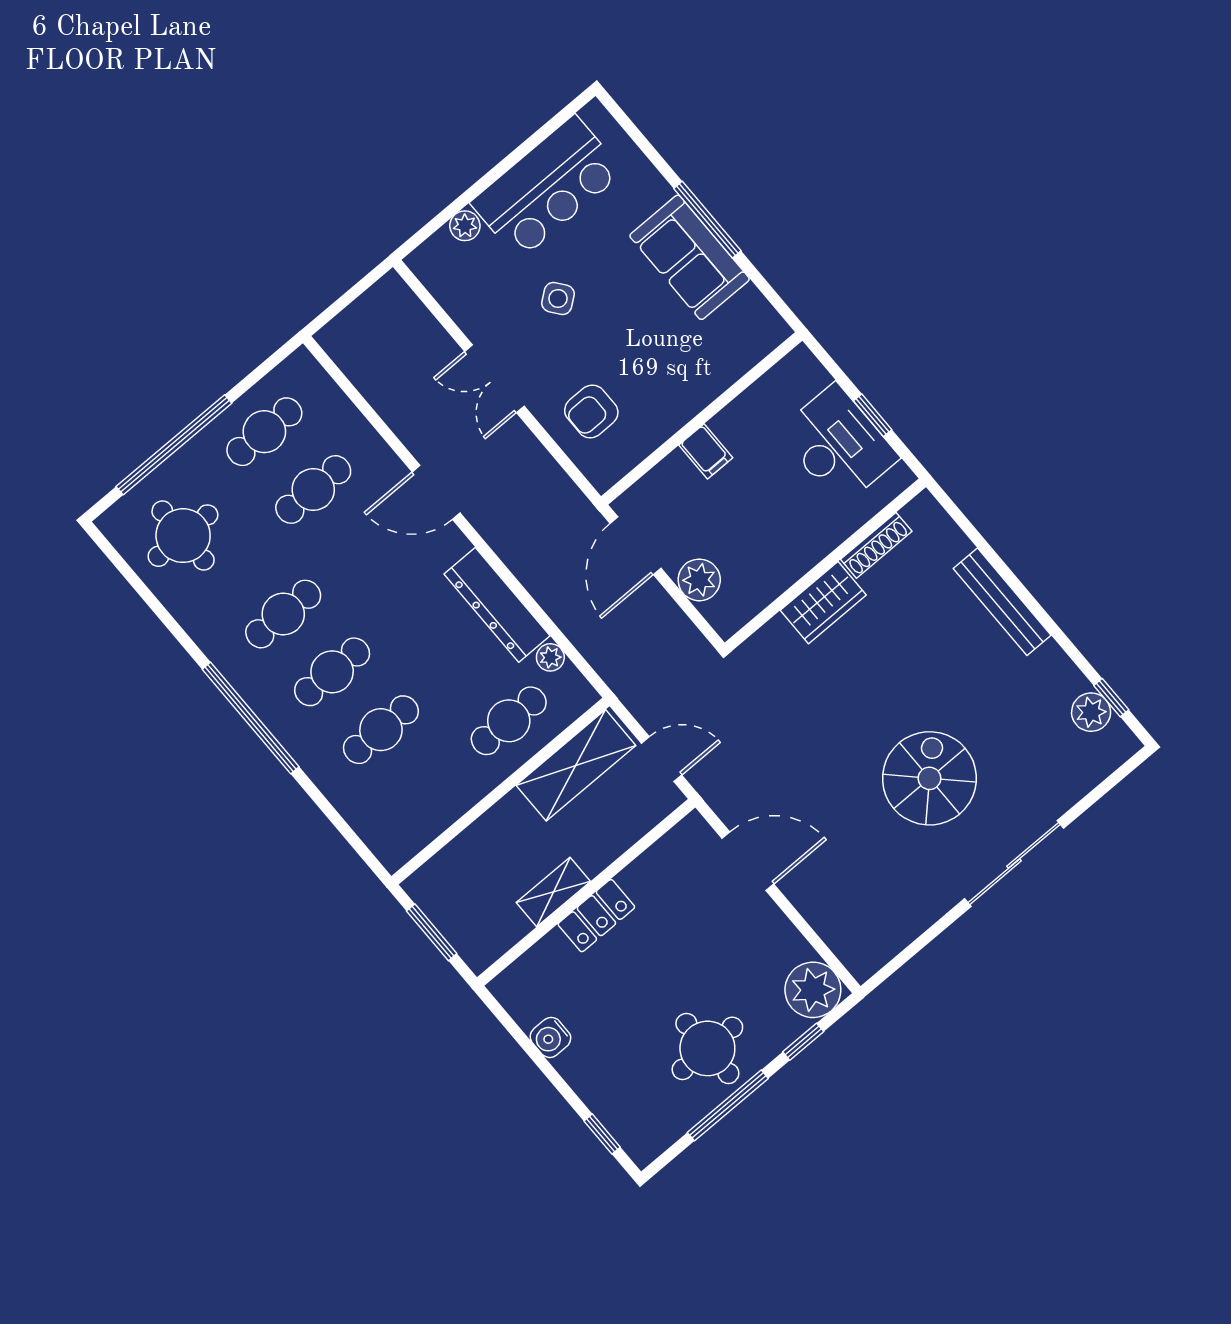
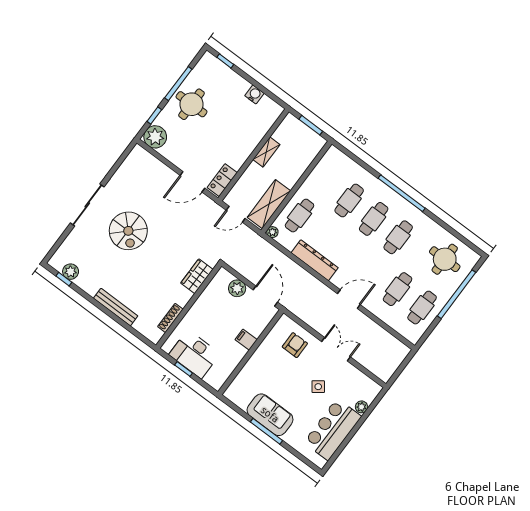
wardrobe: (823, 603) -> (197, 276), moved
plant: (550, 657) -> (272, 232), moved
locker: (596, 916) -> (222, 180), moved

